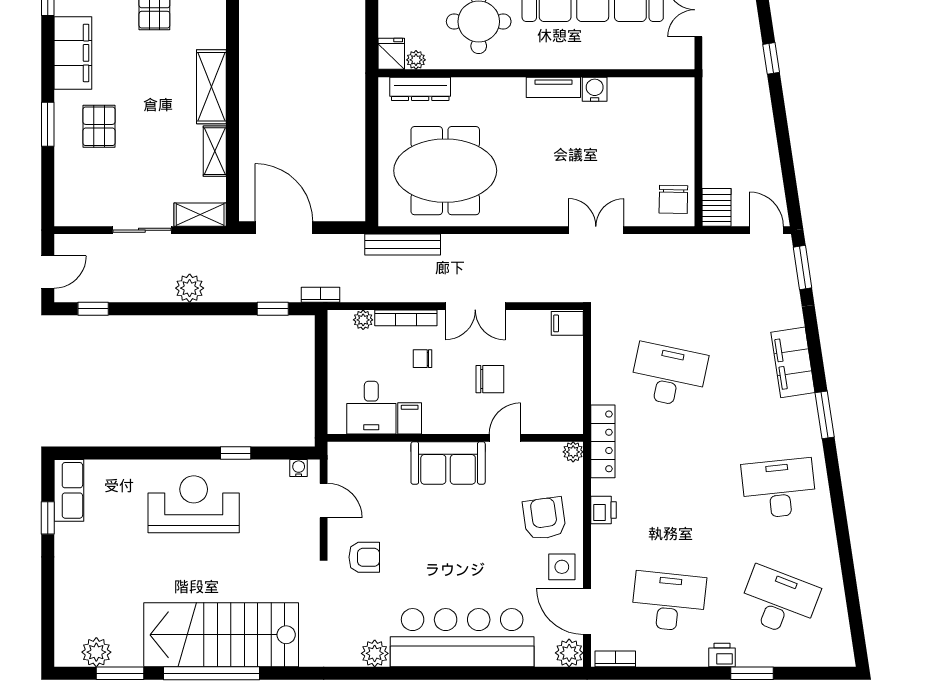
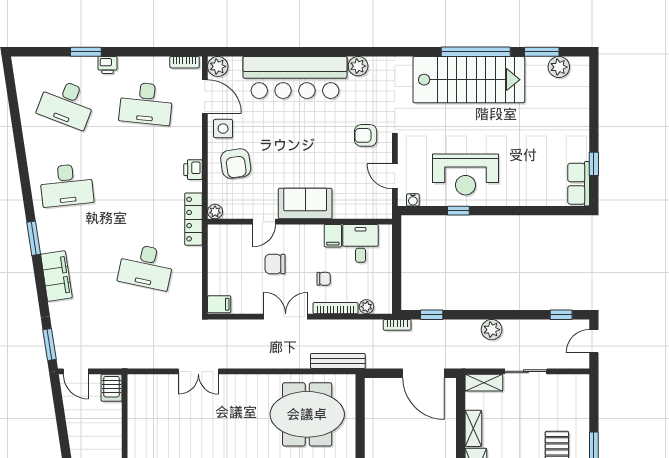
chair: (673, 199) -> (143, 394), removed
reception desk: (194, 504) -> (466, 174), moved

